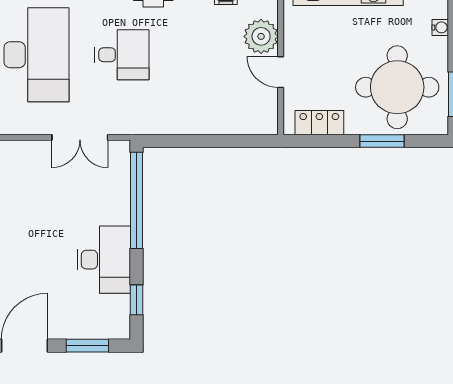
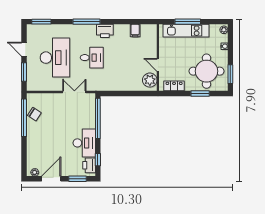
plant: (261, 36) -> (150, 80), moved
double door: (80, 137) -> (74, 92), swing flipped
printer: (116, 313) -> (89, 165), added

